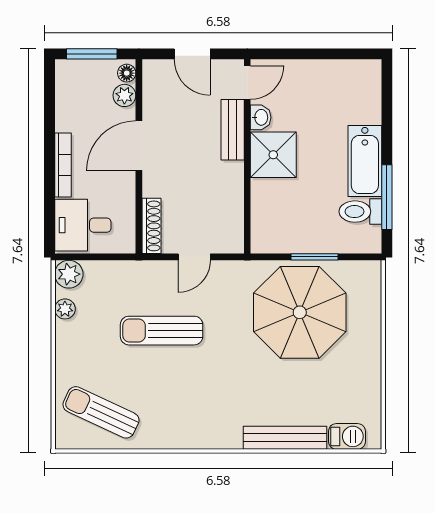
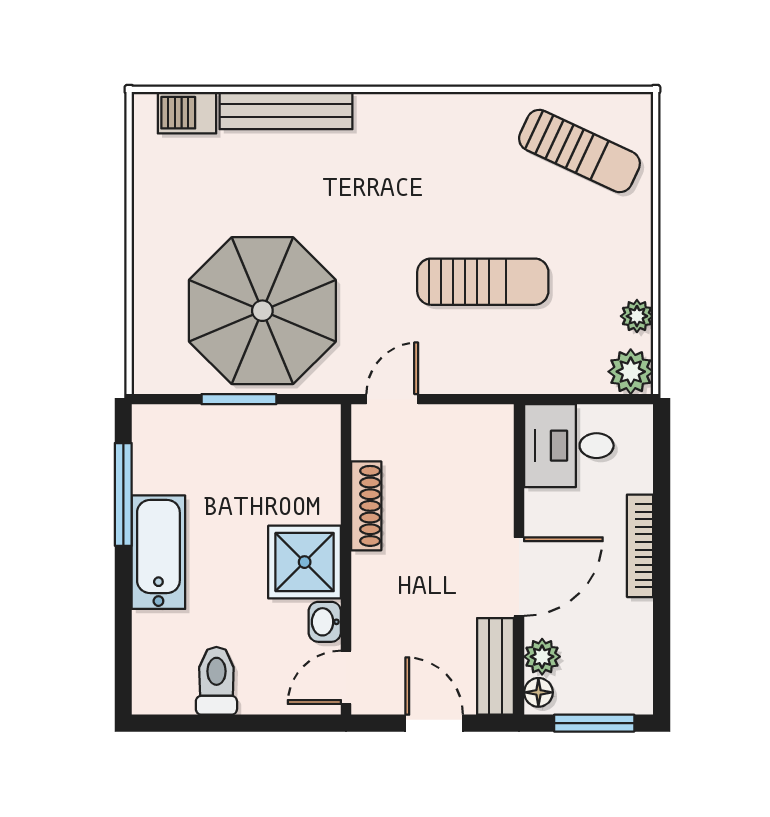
bench: (233, 130) -> (496, 666), moved
toilet: (360, 212) -> (216, 681), moved, turned -90
desk: (83, 225) -> (569, 446), moved, turned 180
shoe rack: (152, 226) -> (366, 506), moved, turned 180
door: (194, 257) -> (392, 399), moved

